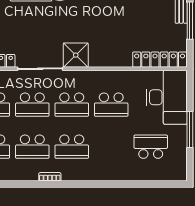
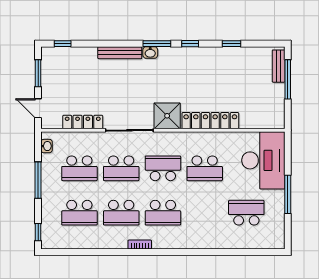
locker: (160, 60) -> (210, 121), moved
school desk: (72, 105) -> (163, 168), turned 180

